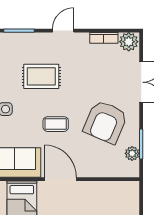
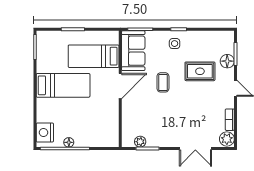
floor lamp: (28, 41) -> (227, 61), added
rug: (41, 76) -> (200, 71), turned 90
armchair: (106, 122) -> (165, 121), removed

